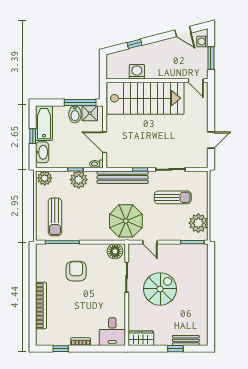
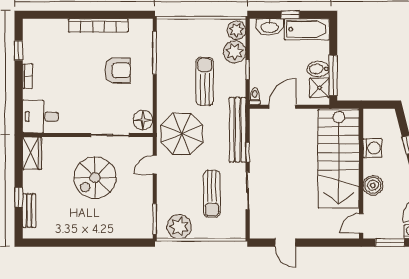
boiler: (166, 71) -> (373, 185), added
plant: (79, 180) -> (235, 52), moved
sun lounger: (55, 217) -> (205, 81), moved, turned 90
spiral stairs: (160, 289) -> (95, 178), turned 90
bookcase: (41, 306) -> (98, 25), moved

